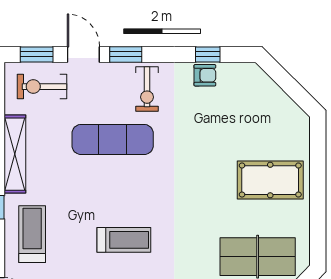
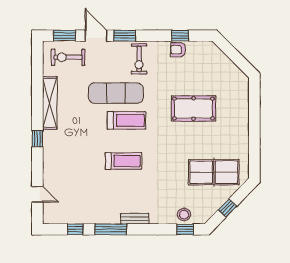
armchair: (205, 75) -> (178, 50), turned 180
pool table: (270, 180) -> (194, 108), moved
treadmill: (32, 234) -> (127, 120), moved, turned 90

